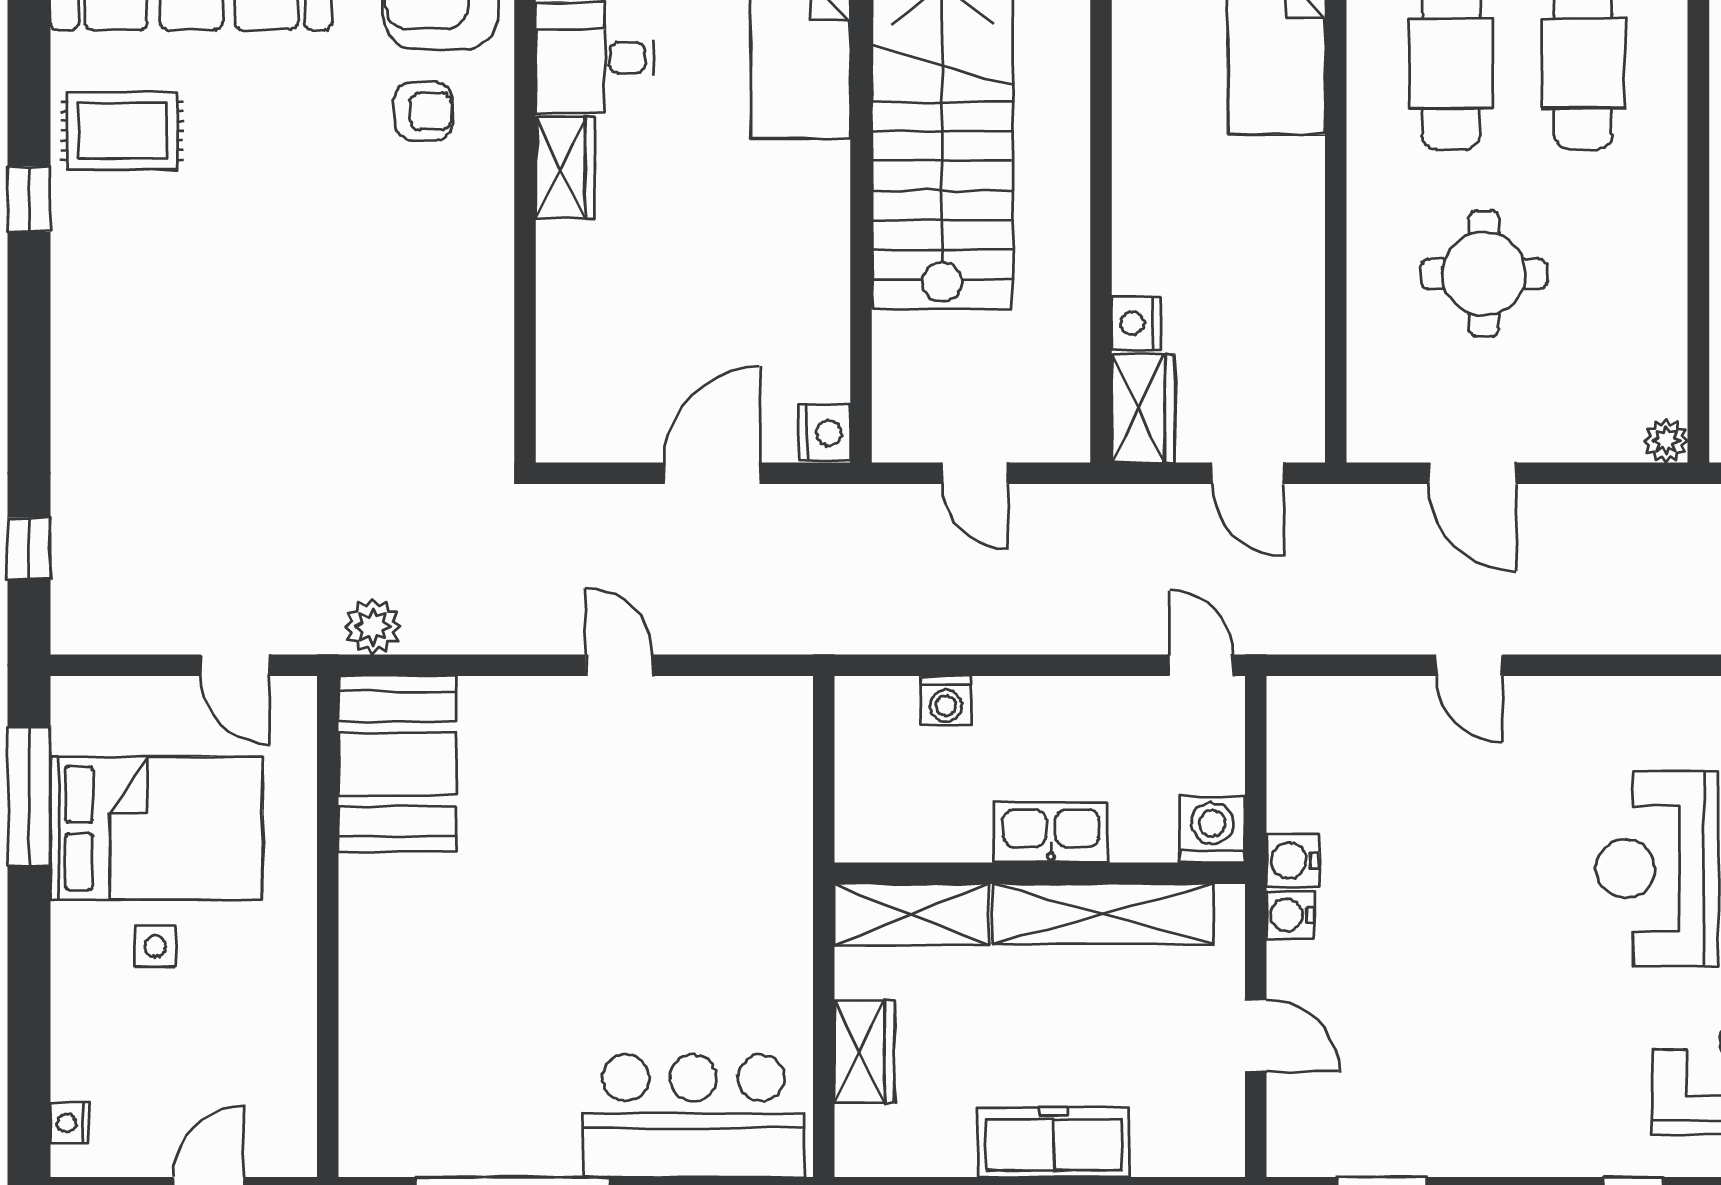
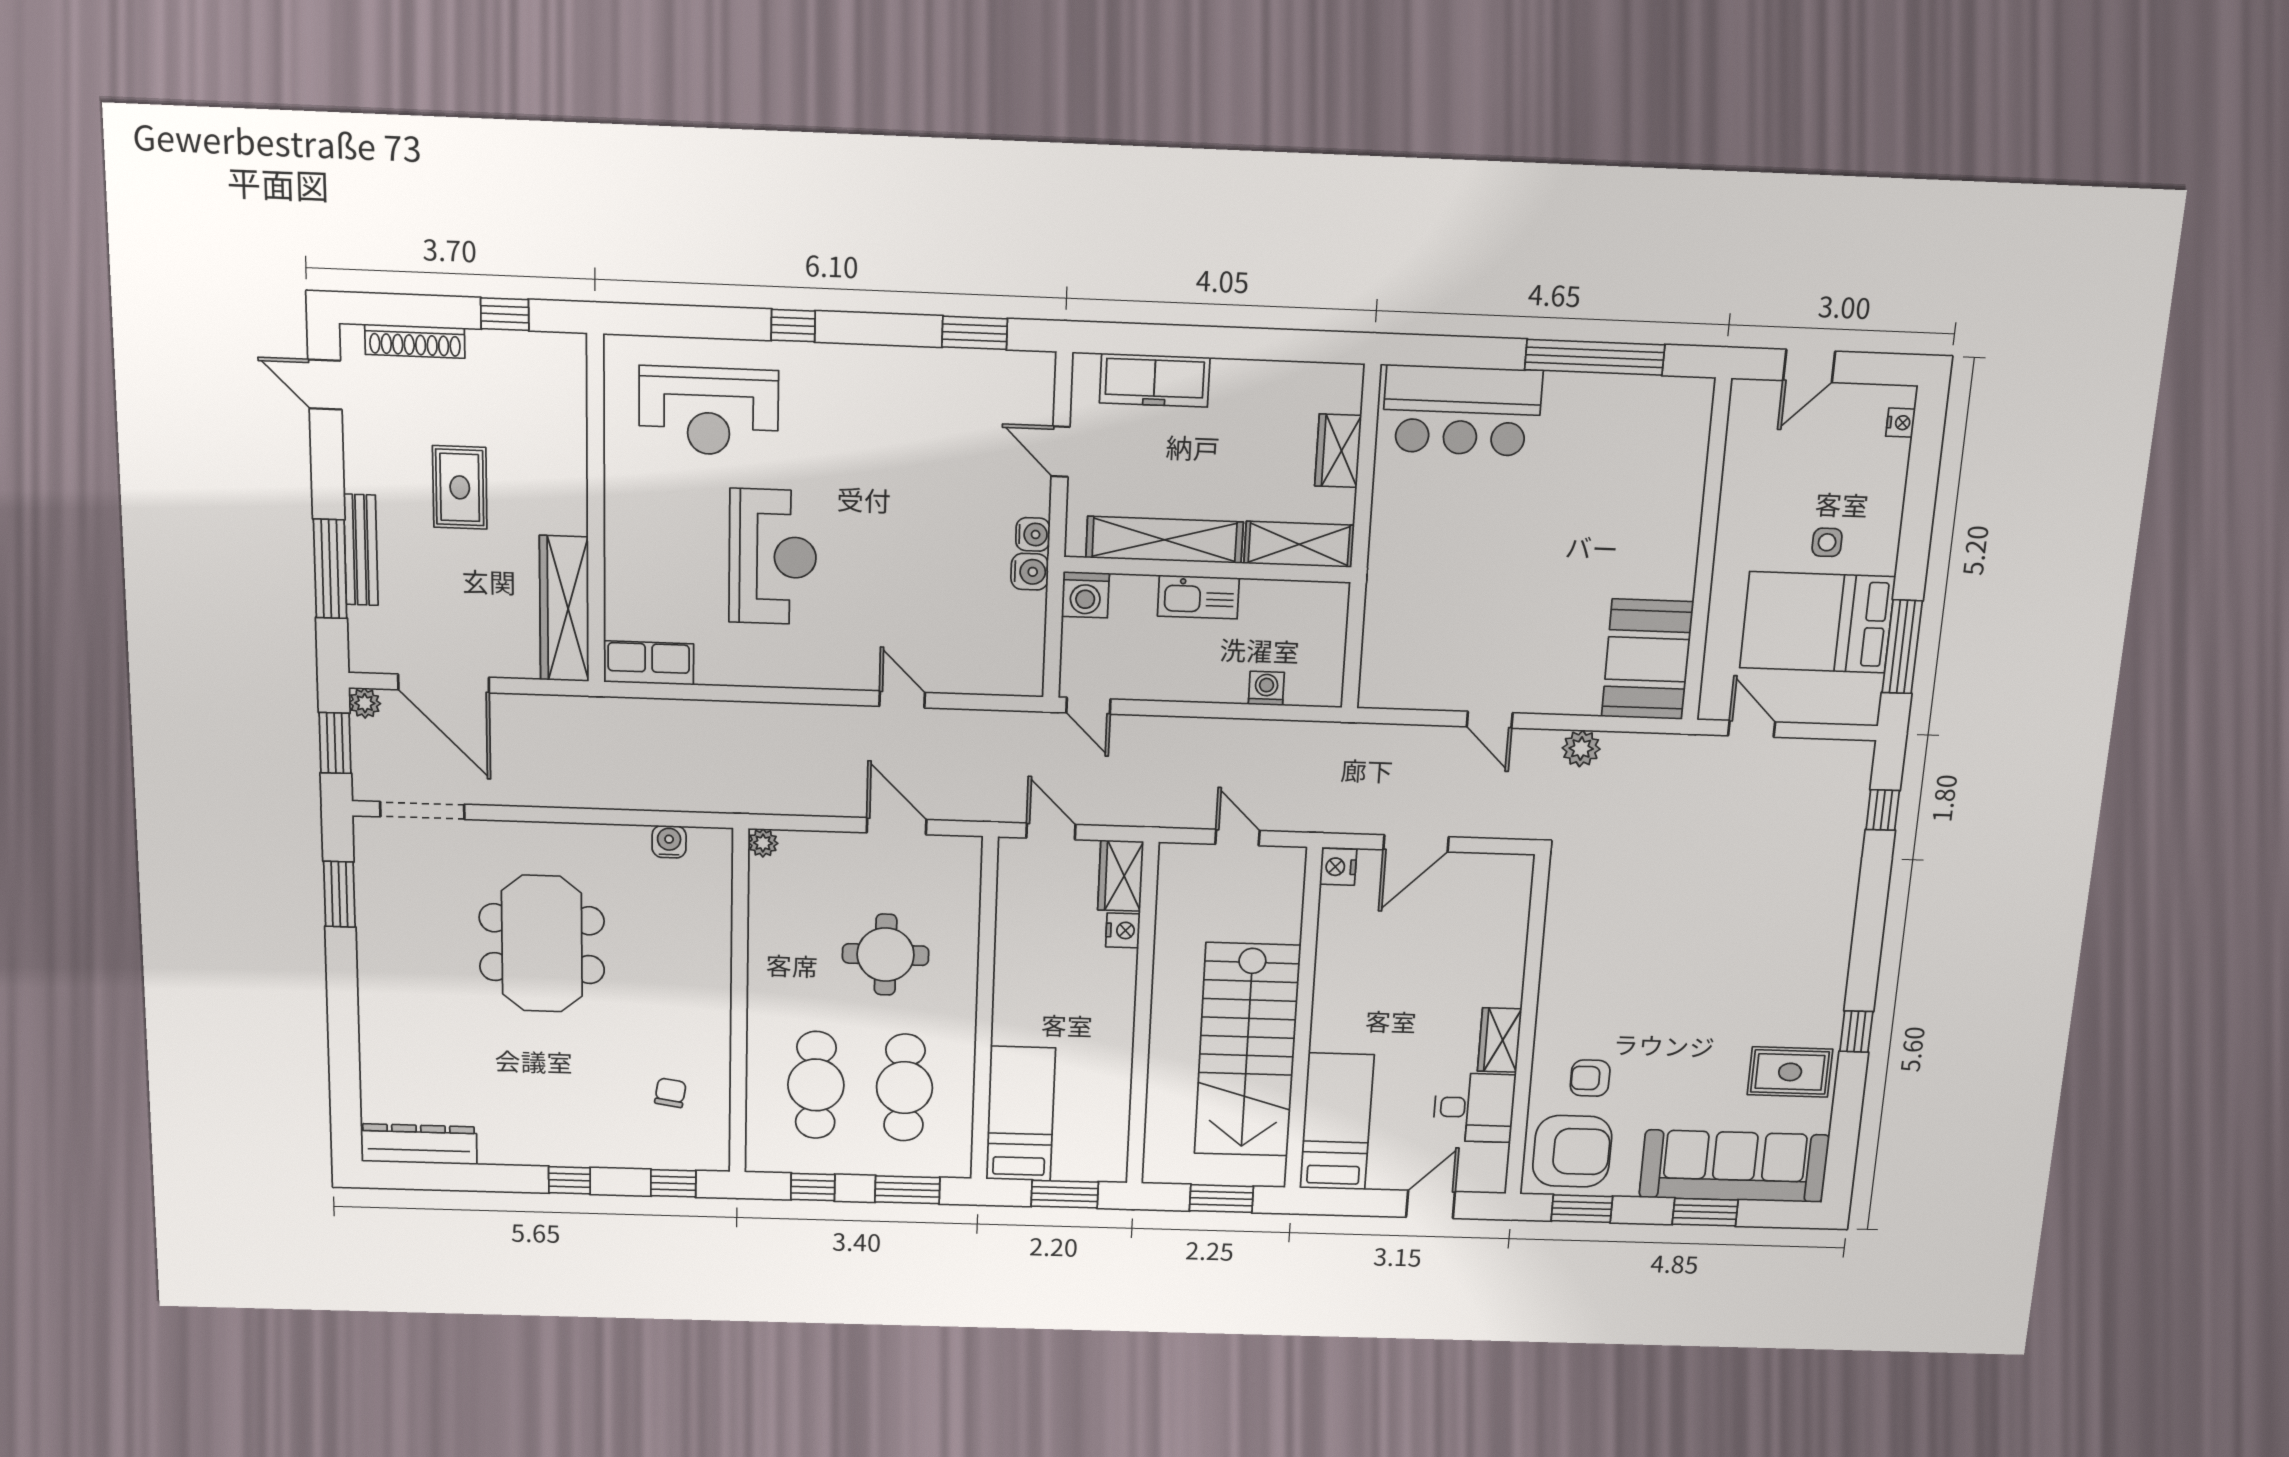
plant: (373, 627) -> (1581, 748), moved
freezer: (1054, 1142) -> (1155, 380), moved

